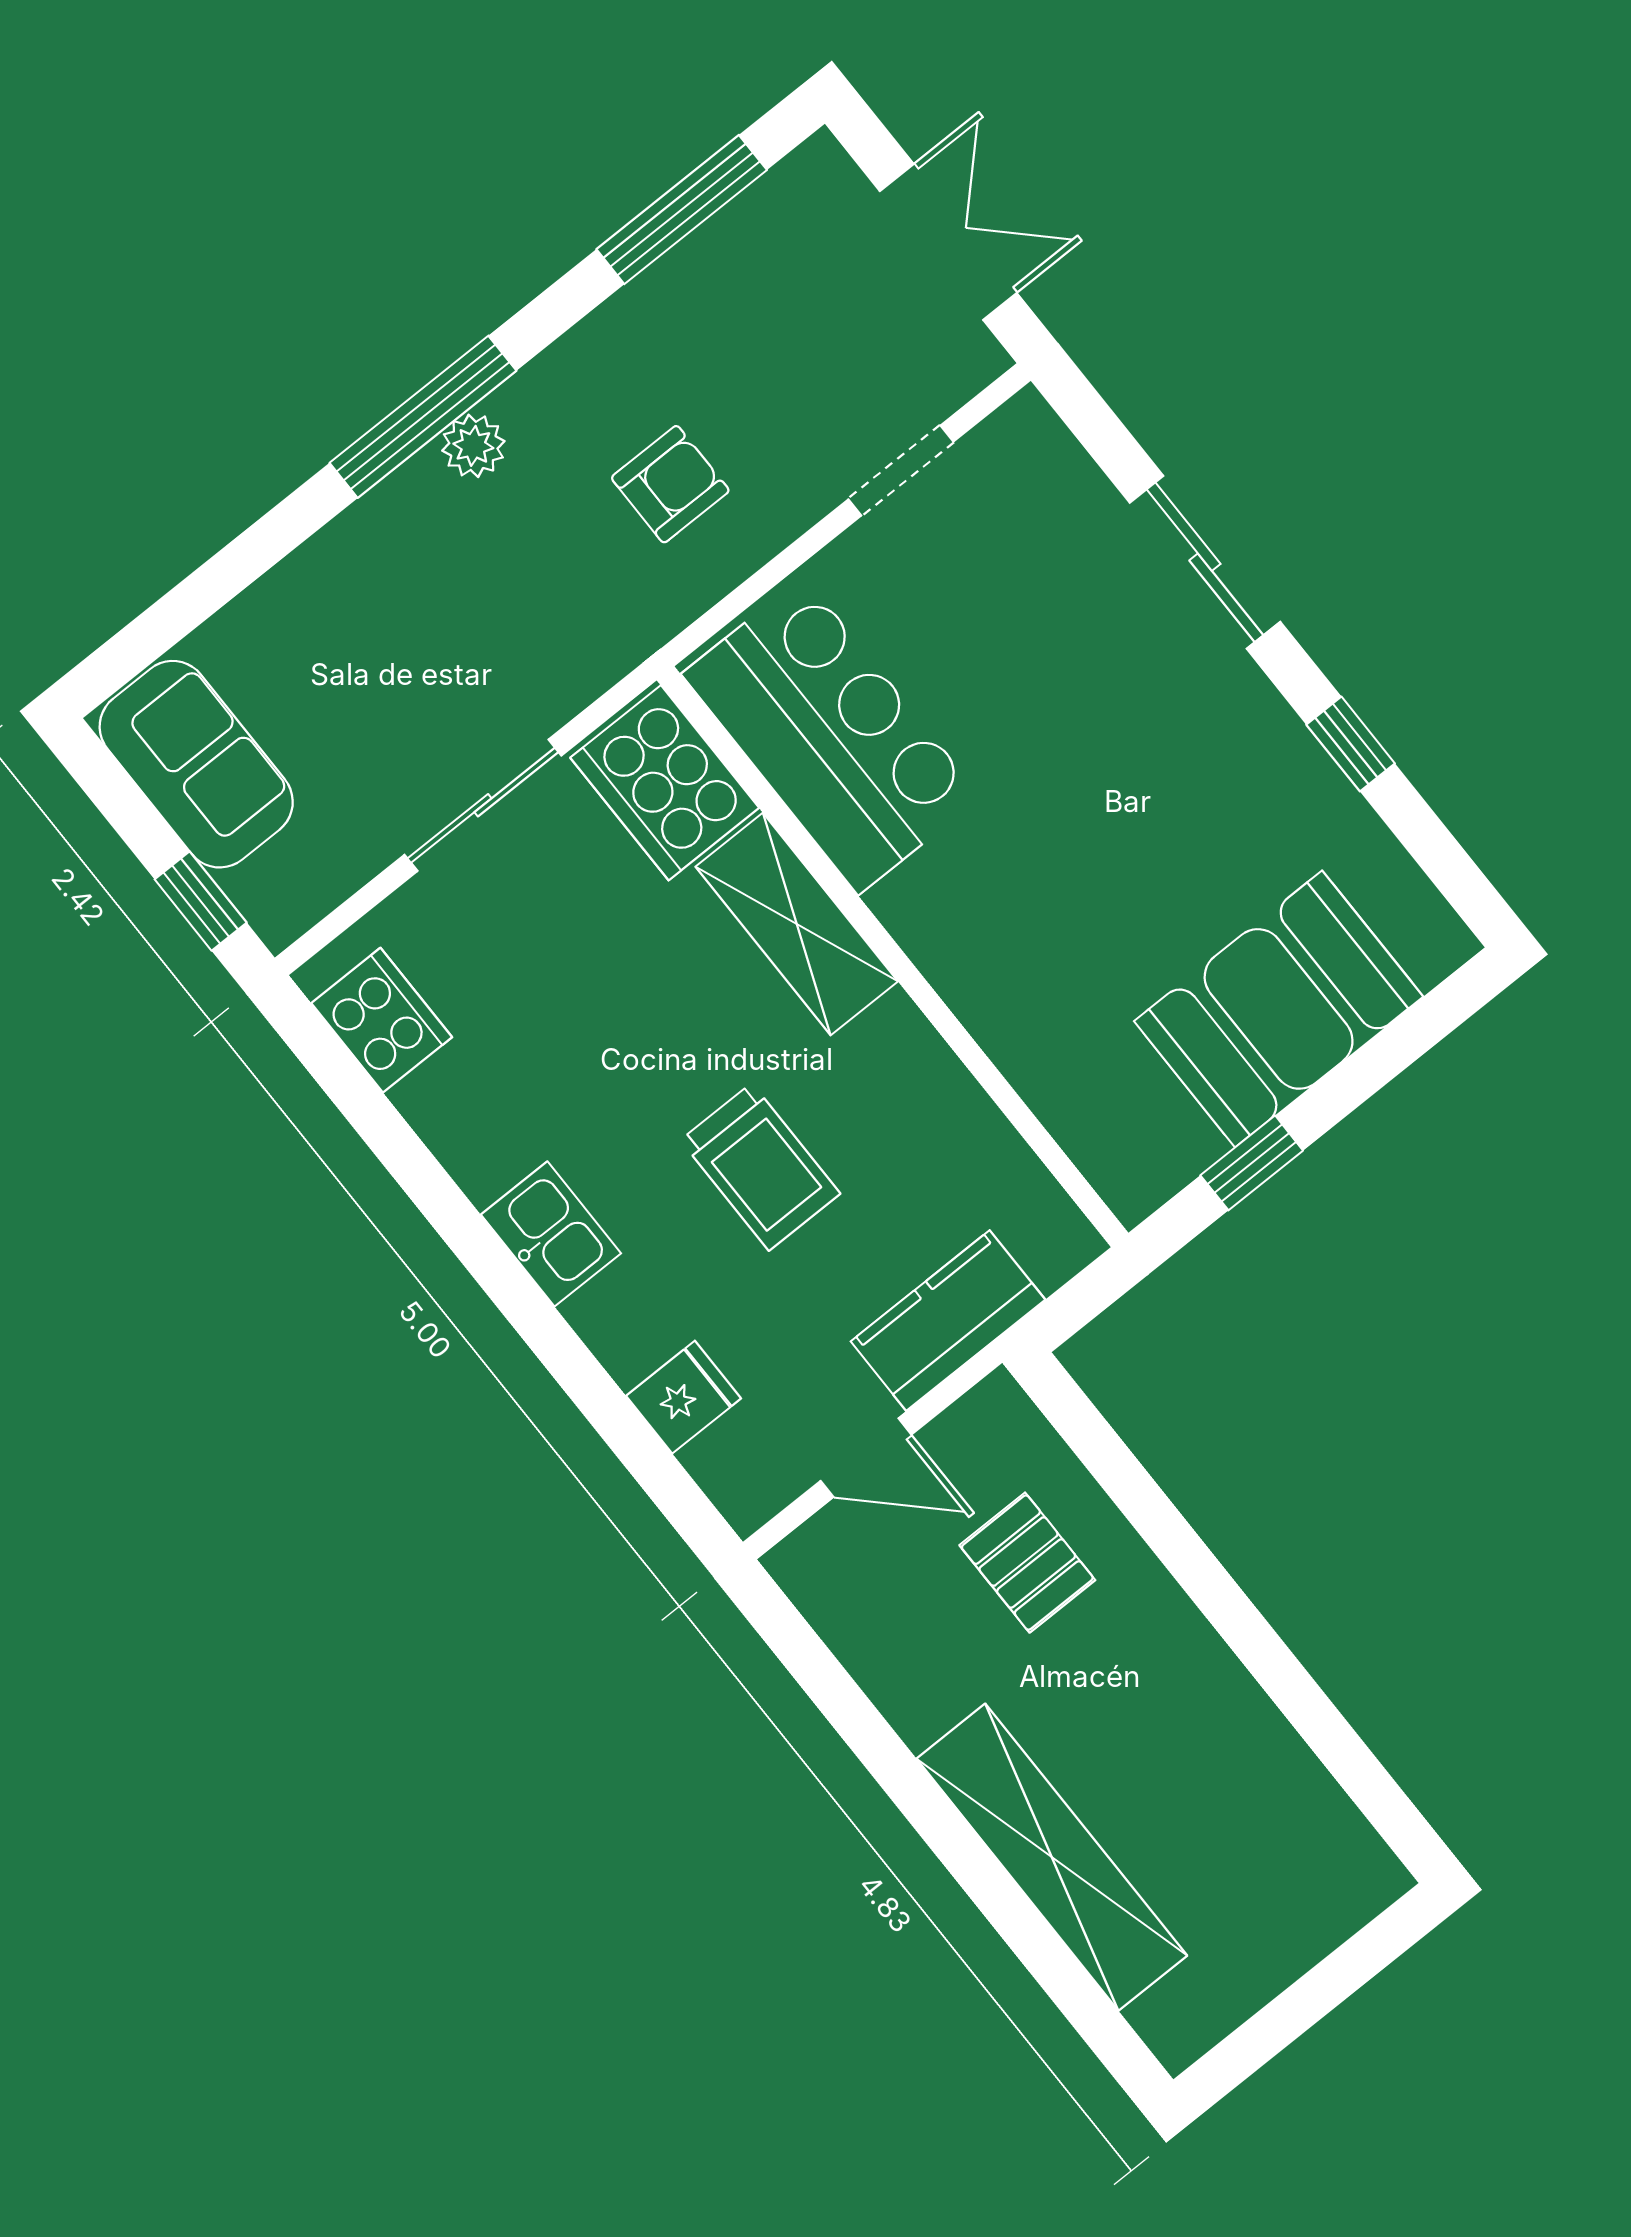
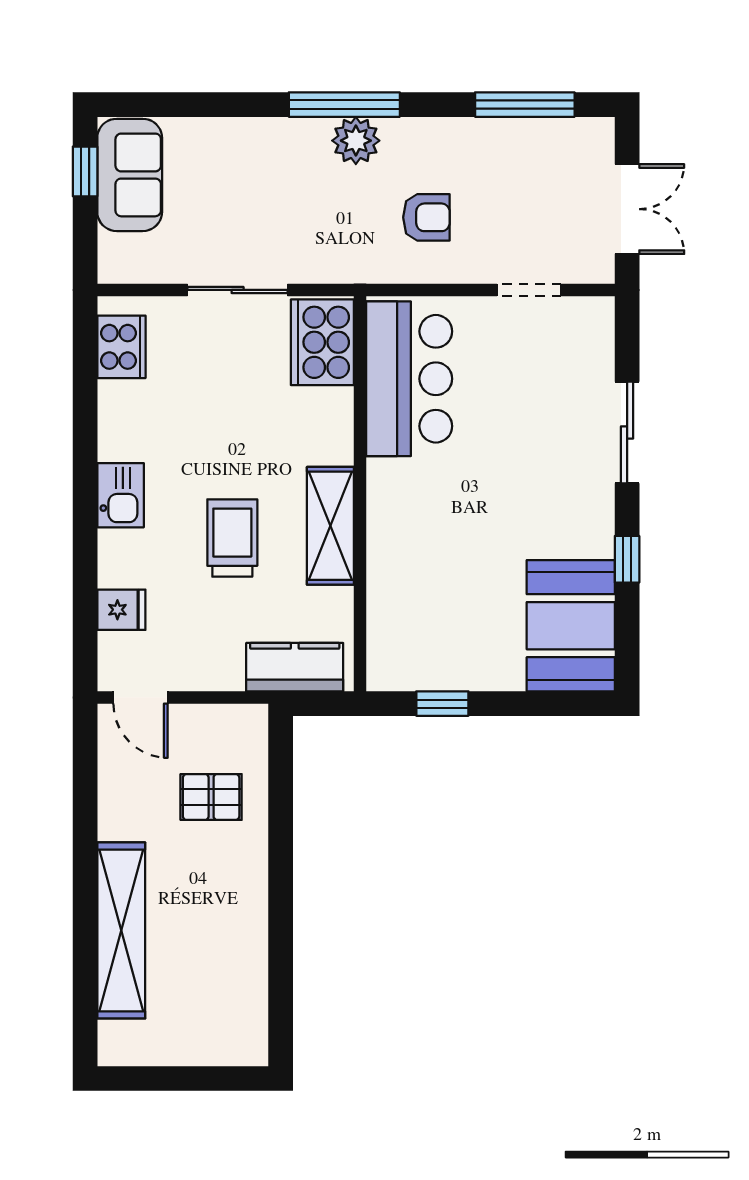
plant: (473, 446) -> (356, 141), width x1.38, depth x1.38
window: (201, 901) -> (85, 171), moved
shelving: (797, 924) -> (330, 526), moved
booth: (1279, 1009) -> (571, 626), moved, turned 90
trolley: (760, 1167) -> (232, 538), turned 180
kitchen counter: (948, 1320) -> (295, 667), moved
door: (866, 1458) -> (141, 697), moved
pallet: (1027, 1563) -> (211, 797), turned 90

